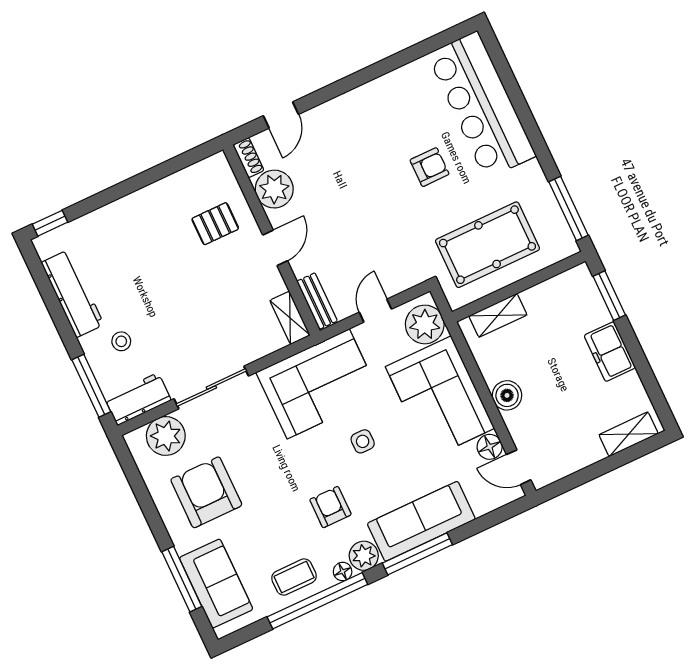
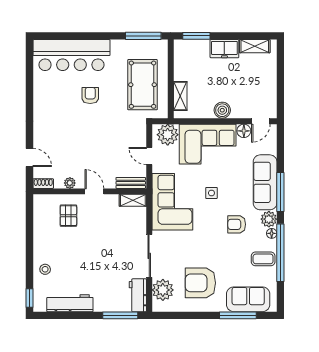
plant: (274, 189) -> (70, 183), width x0.53, depth x0.53
stool: (121, 341) -> (45, 269), moved
shelving: (629, 434) -> (255, 46), moved, turned 90
coffee table: (294, 577) -> (263, 259), turned 90

